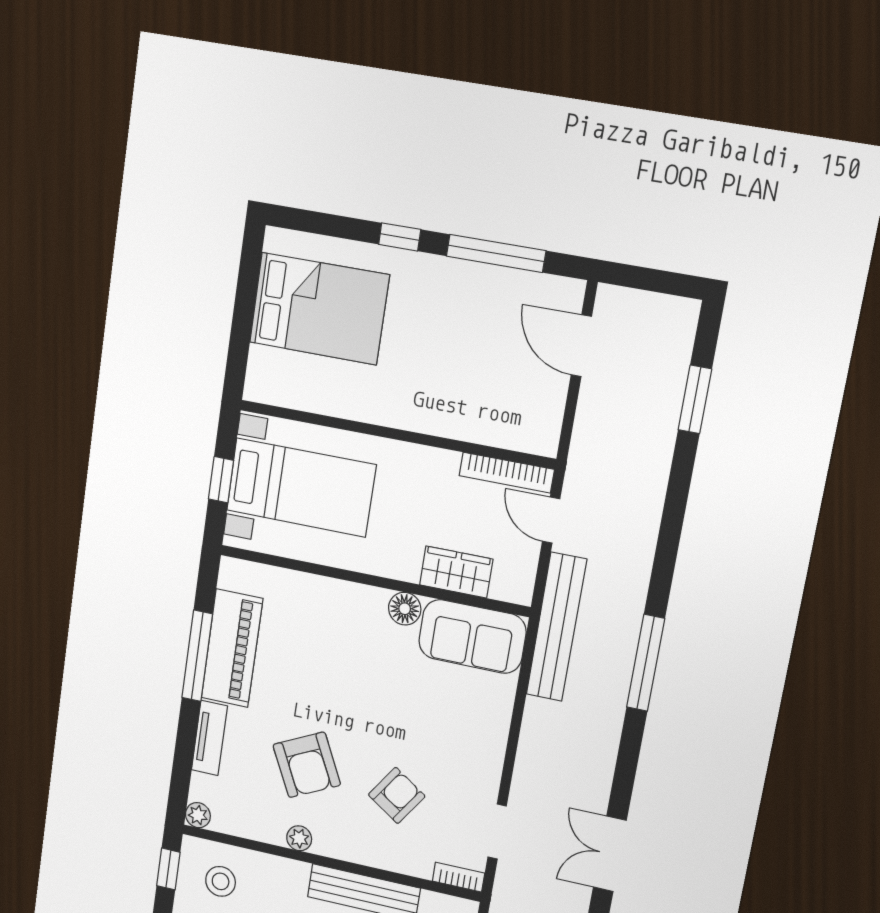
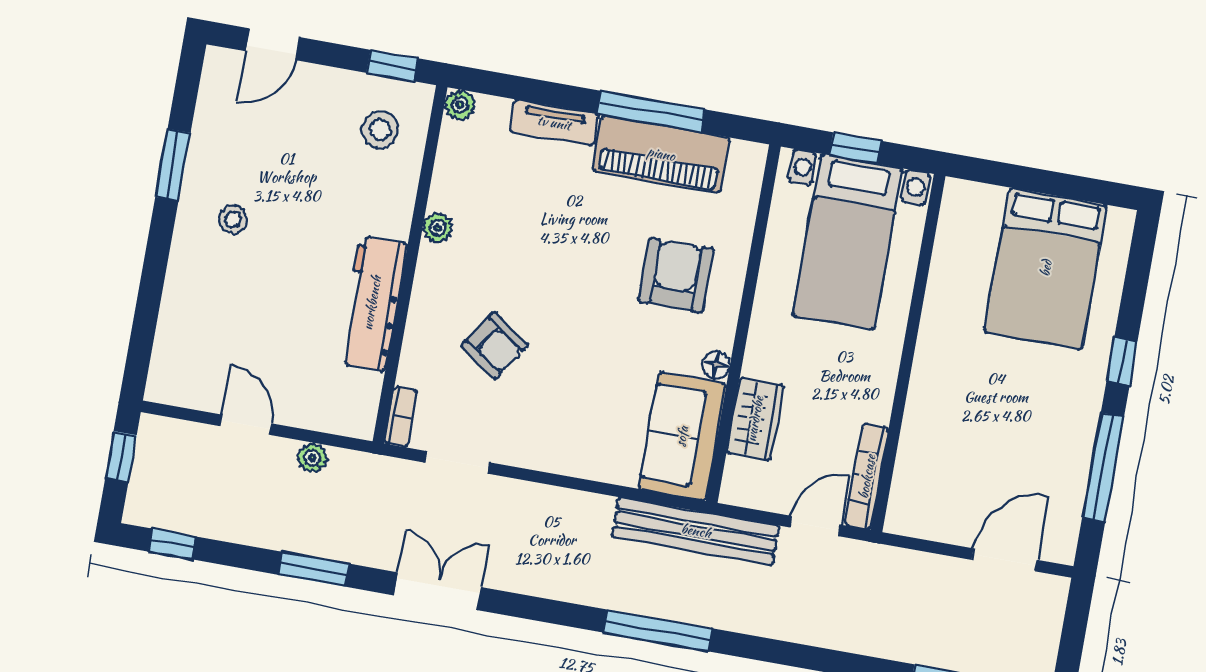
floor lamp: (405, 609) -> (716, 365), width x0.73, depth x0.73
armchair: (307, 765) -> (676, 275), moved, turned 116

